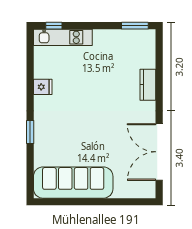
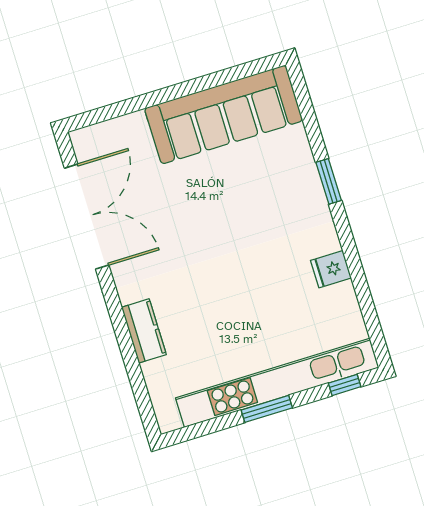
window: (135, 26) -> (267, 409), moved
kitchen unit: (63, 37) -> (277, 383), width x1.86

